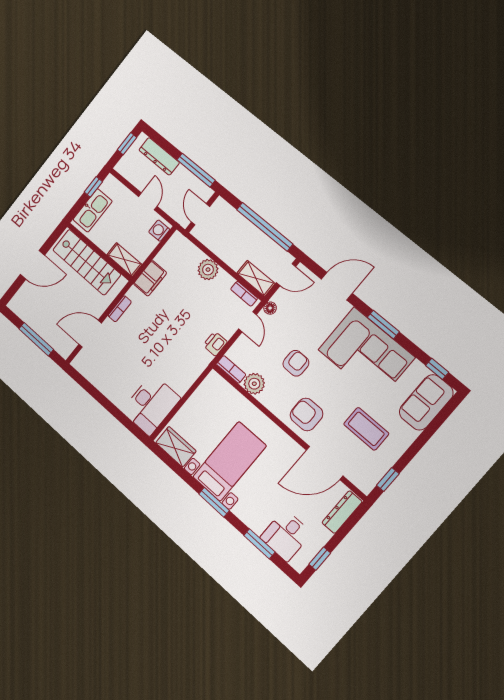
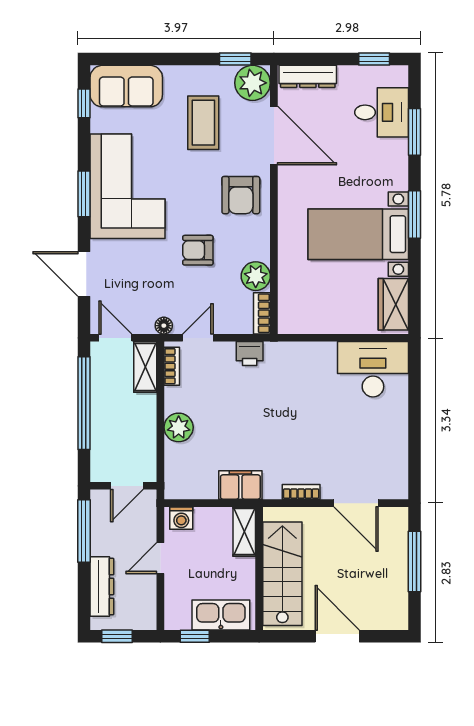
plant: (365, 477) -> (253, 83), added

